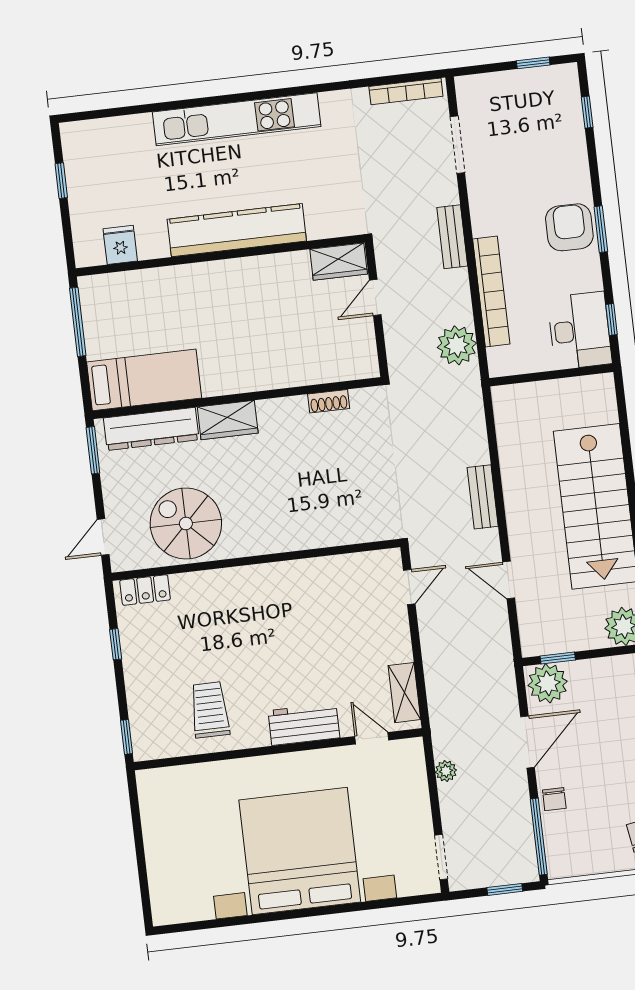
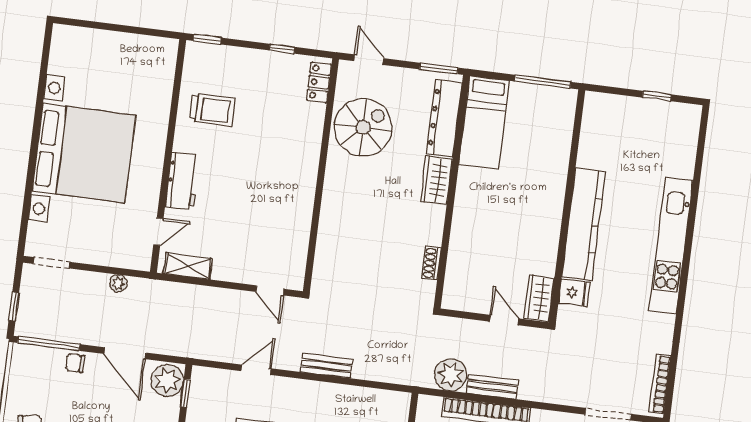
bench: (452, 237) -> (492, 387), moved
fridge: (120, 245) -> (574, 293), moved

